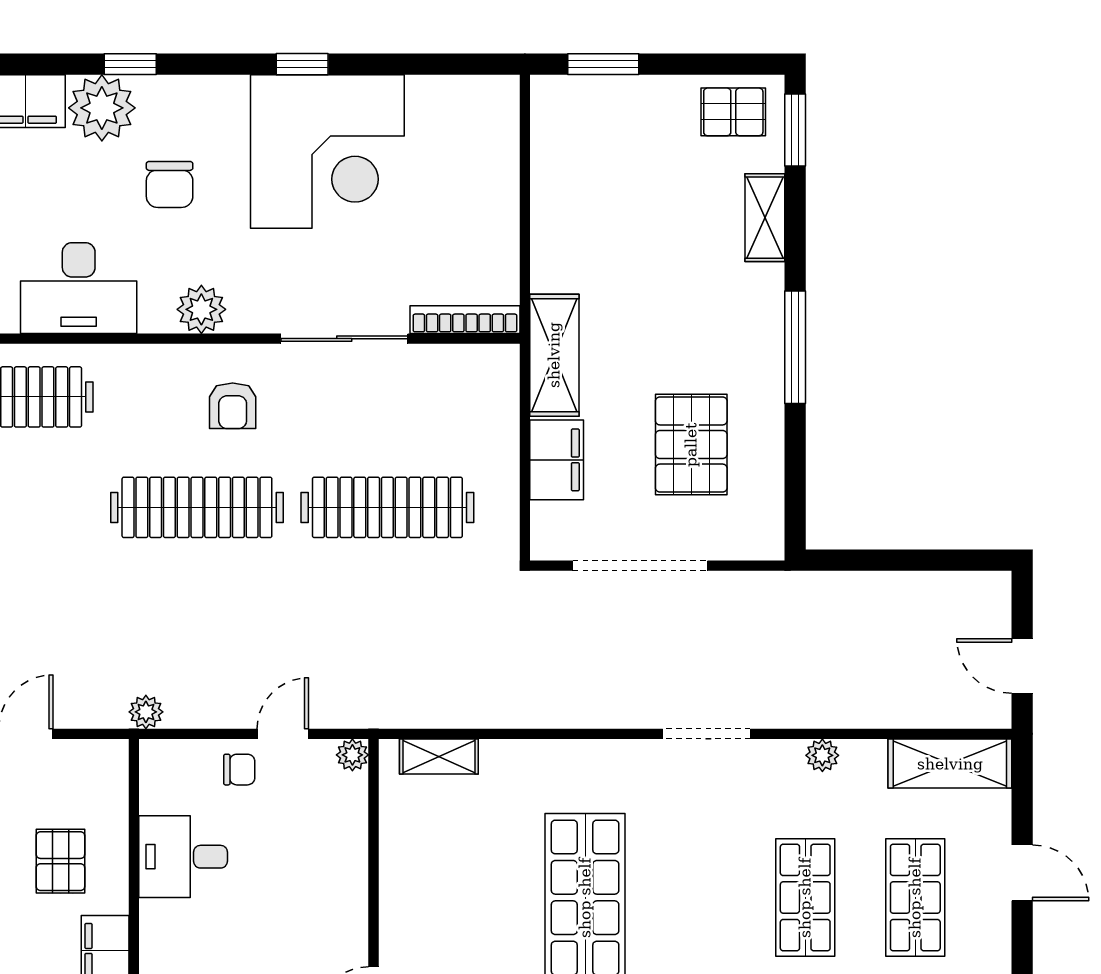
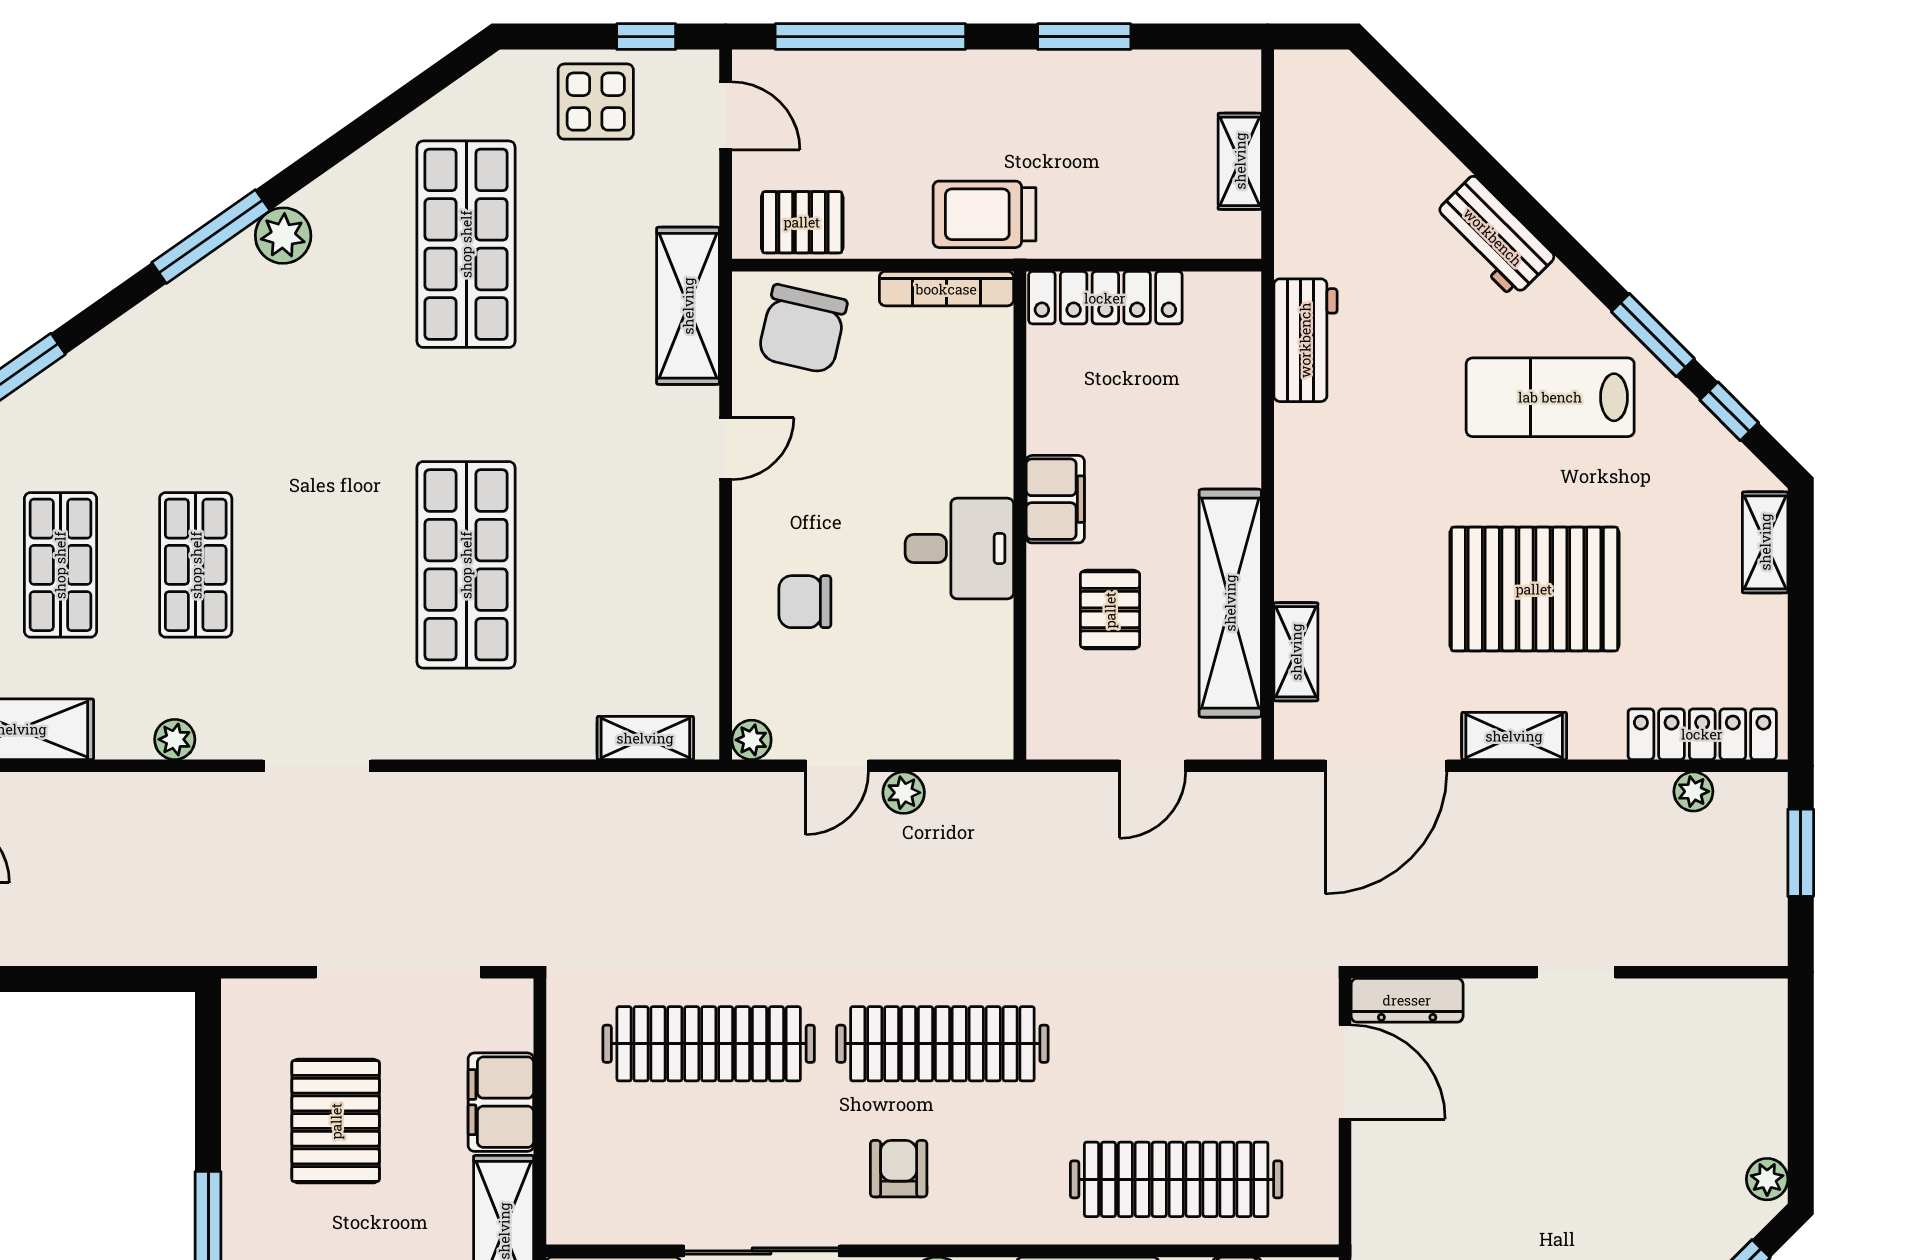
plant: (146, 712) -> (904, 793), moved
chair: (239, 770) -> (805, 602), moved, width x1.37, depth x1.37
desk: (183, 857) -> (959, 548), moved

